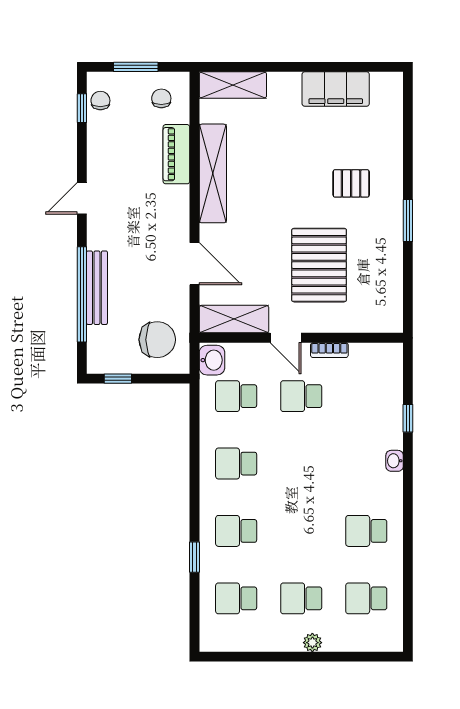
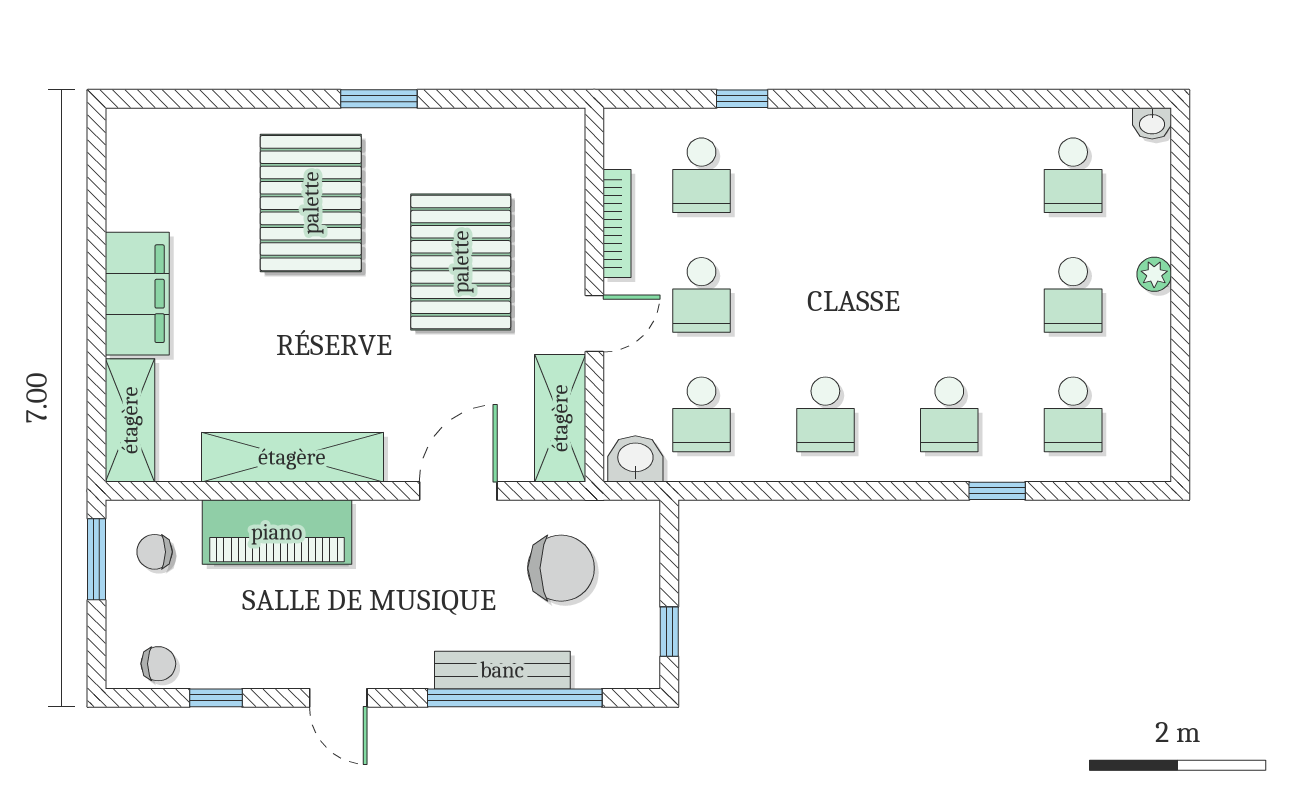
window: (136, 67) -> (97, 559), moved
filing cabinet: (336, 89) -> (137, 294), moved
chair: (100, 101) -> (158, 664), turned 180
window: (82, 108) -> (216, 698), moved
piano: (176, 154) -> (277, 532), width x1.37, depth x1.33
pallet: (351, 183) -> (311, 203), width x2.05, depth x2.00
pallet: (319, 265) -> (461, 262), turned 90
chair: (157, 340) -> (561, 568), moved, turned 90
bookcase: (329, 350) -> (617, 224), width x1.56
washbasin: (395, 461) -> (1152, 123), moved
school desk: (366, 531) -> (702, 175), moved

